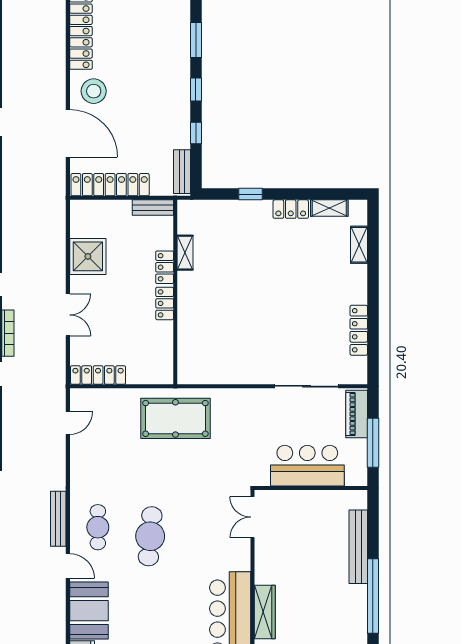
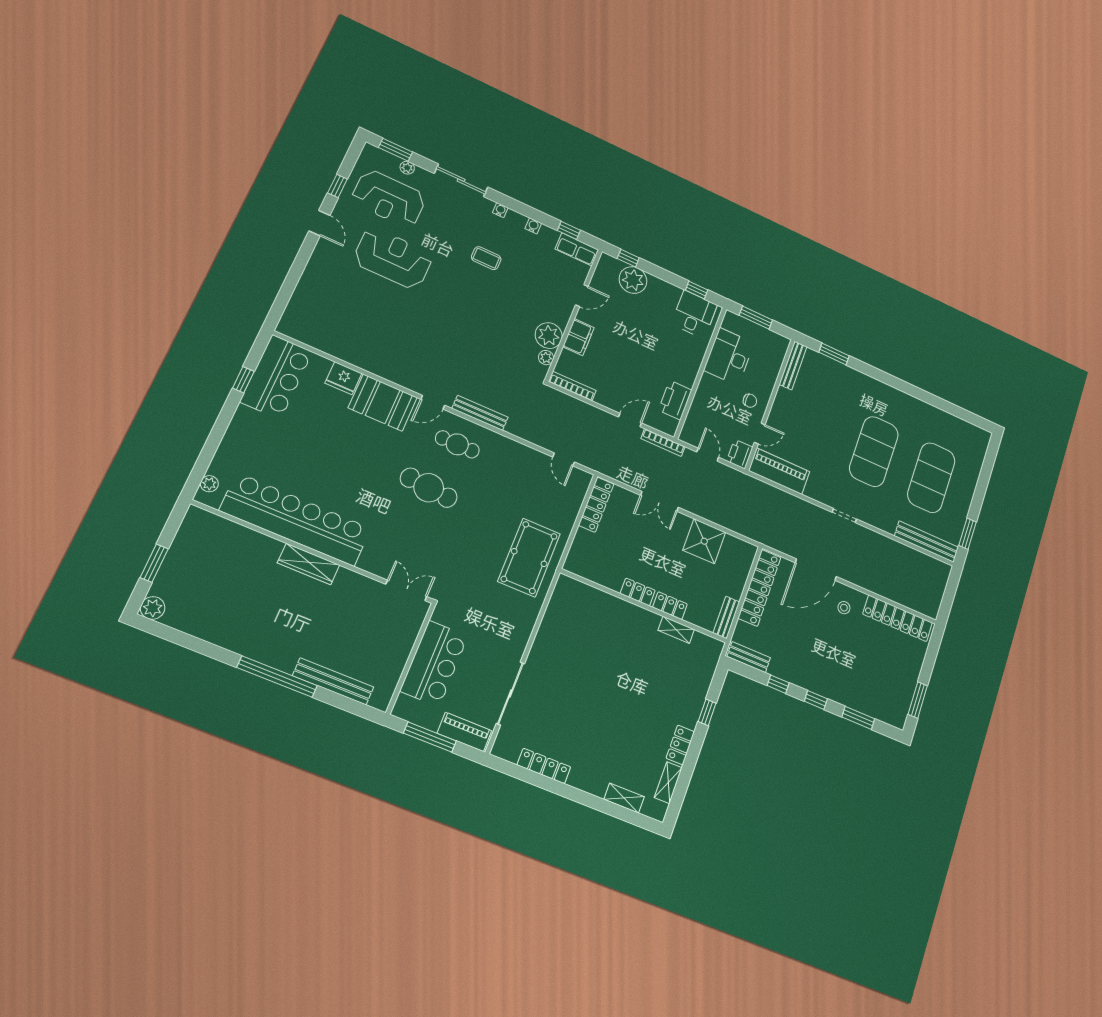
stool: (94, 91) -> (844, 608), width x0.53, depth x0.53

